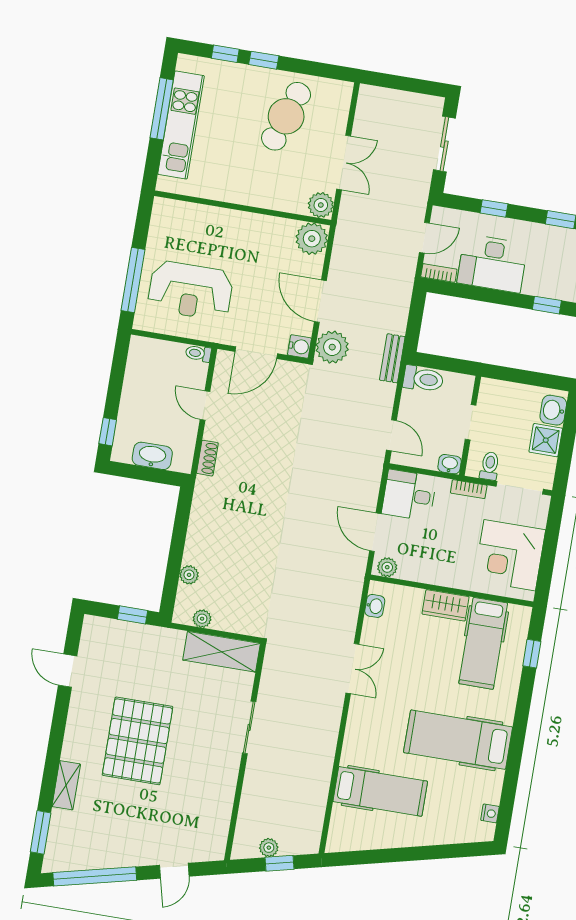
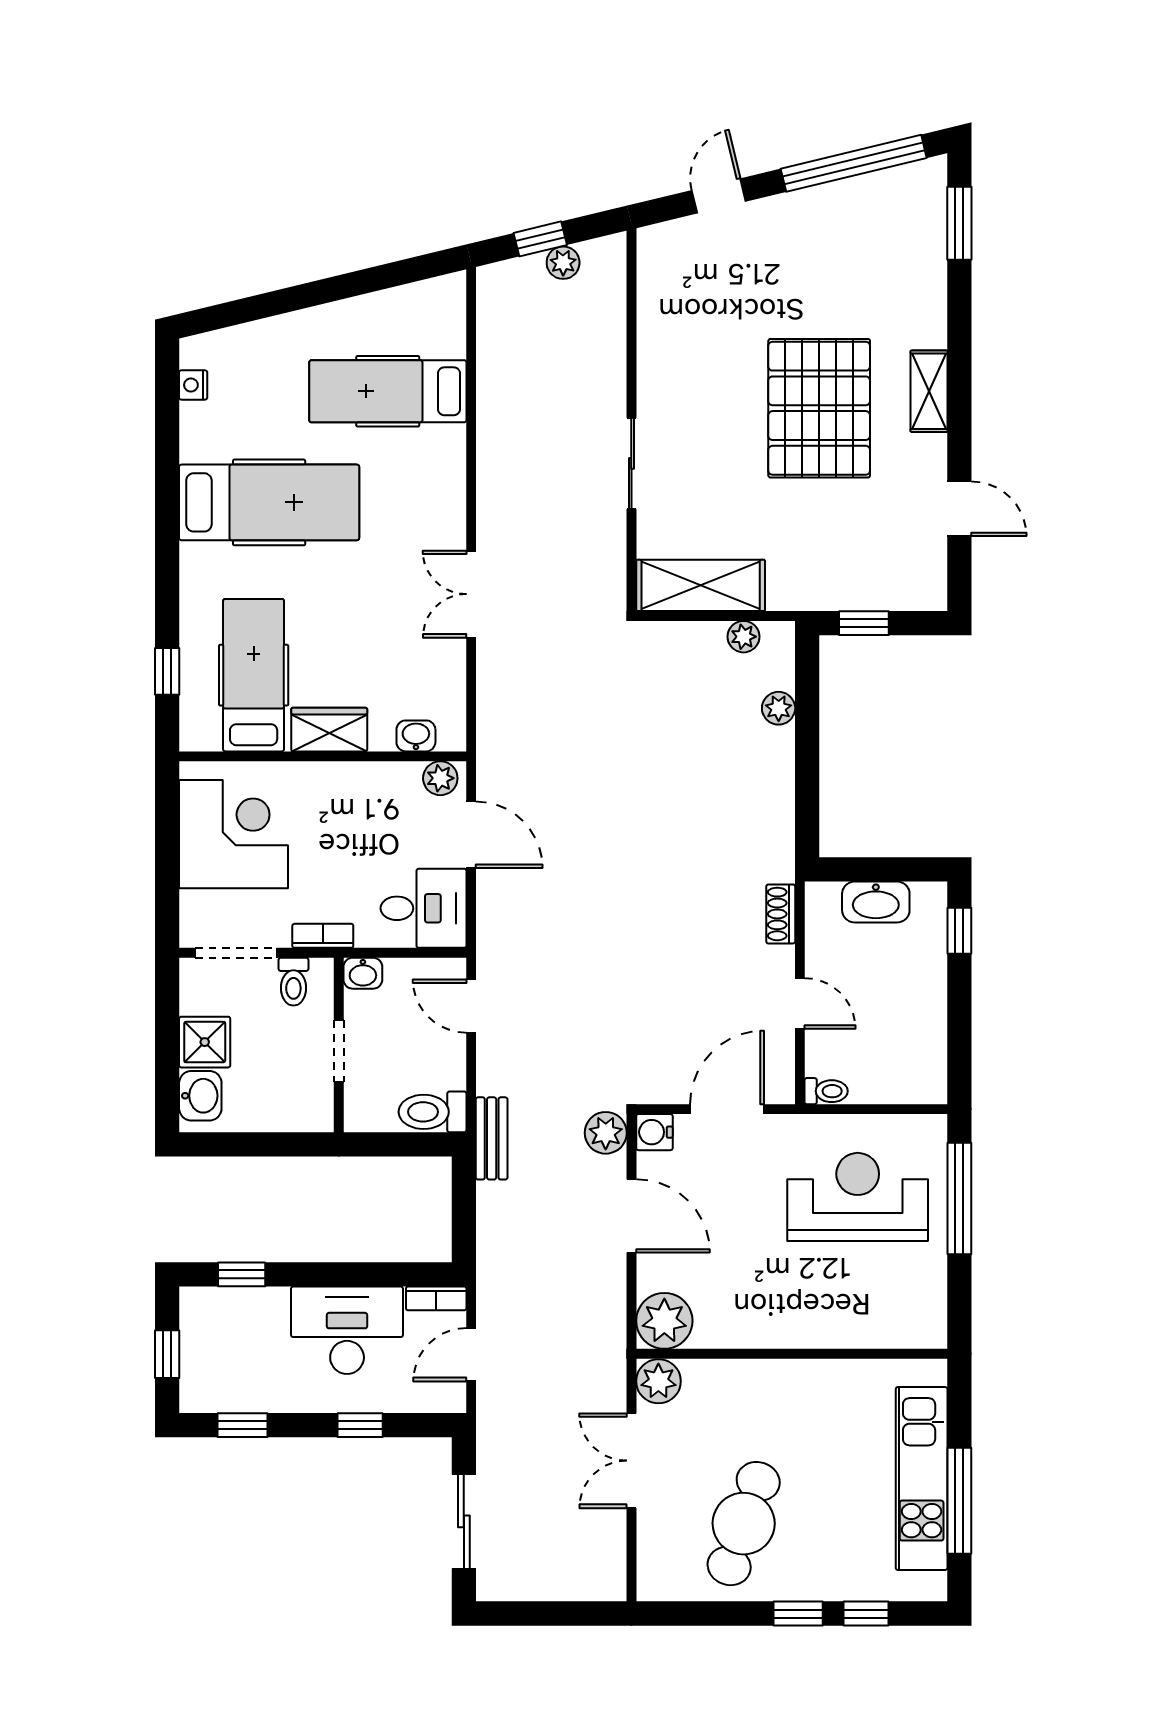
plant: (332, 347) -> (606, 1133), width x0.73, depth x0.73
washbasin: (375, 606) -> (416, 736), moved, turned 90
shelving: (66, 785) -> (929, 391), moved

